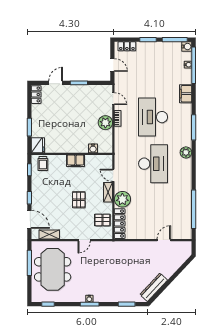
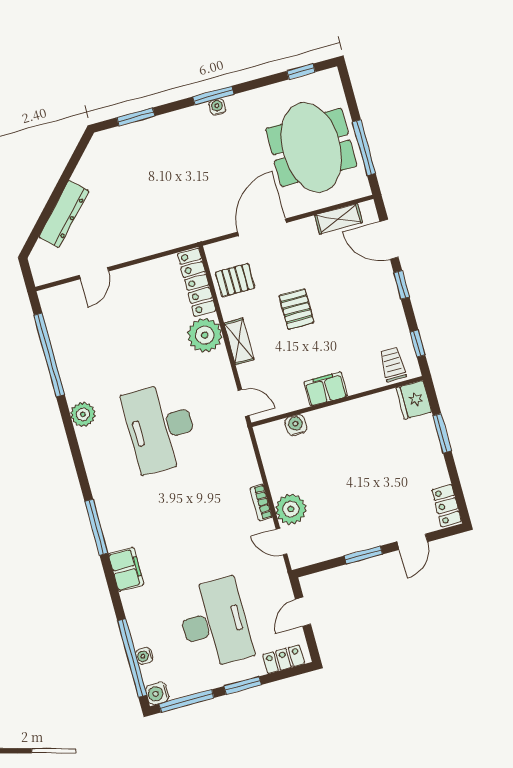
door: (112, 65) -> (303, 612), hinge flipped
filing cabinet: (186, 94) -> (126, 569), moved
desk: (153, 117) -> (214, 623), moved
plant: (105, 123) -> (291, 509), moved
plant: (186, 152) -> (83, 414), moved
door: (113, 175) -> (244, 403), moved
door: (84, 240) -> (262, 227), width x1.87
dresser: (154, 287) -> (64, 214), moved

